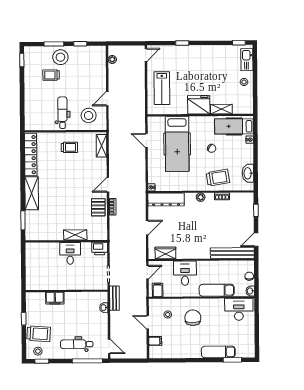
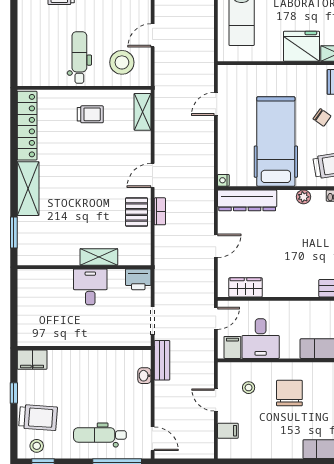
door: (146, 141) -> (216, 104), hinge flipped
hospital bed: (177, 144) -> (276, 141), moved, turned 180
desk: (185, 273) -> (261, 339), moved, turned 180
filing cabinet: (55, 298) -> (32, 360), moved

